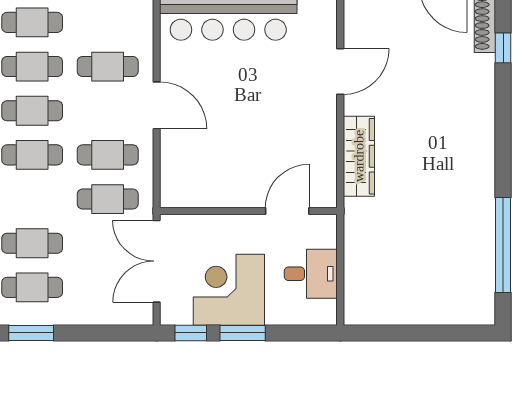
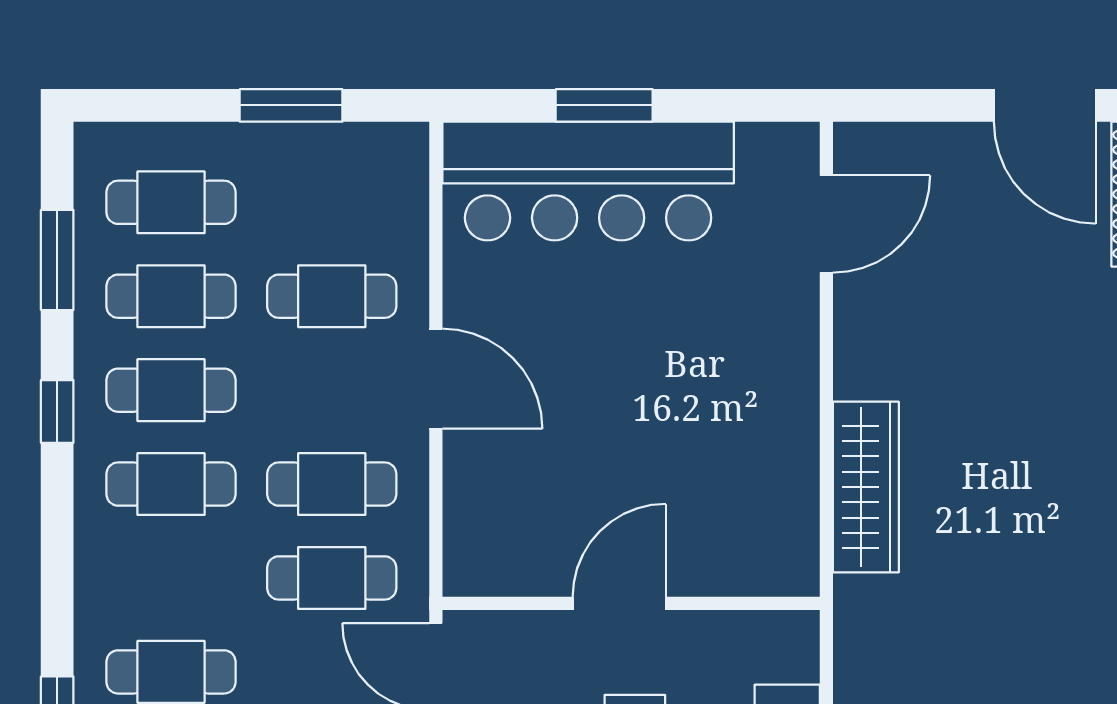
door: (340, 72) -> (826, 224), moved
door: (287, 211) -> (619, 603), moved

